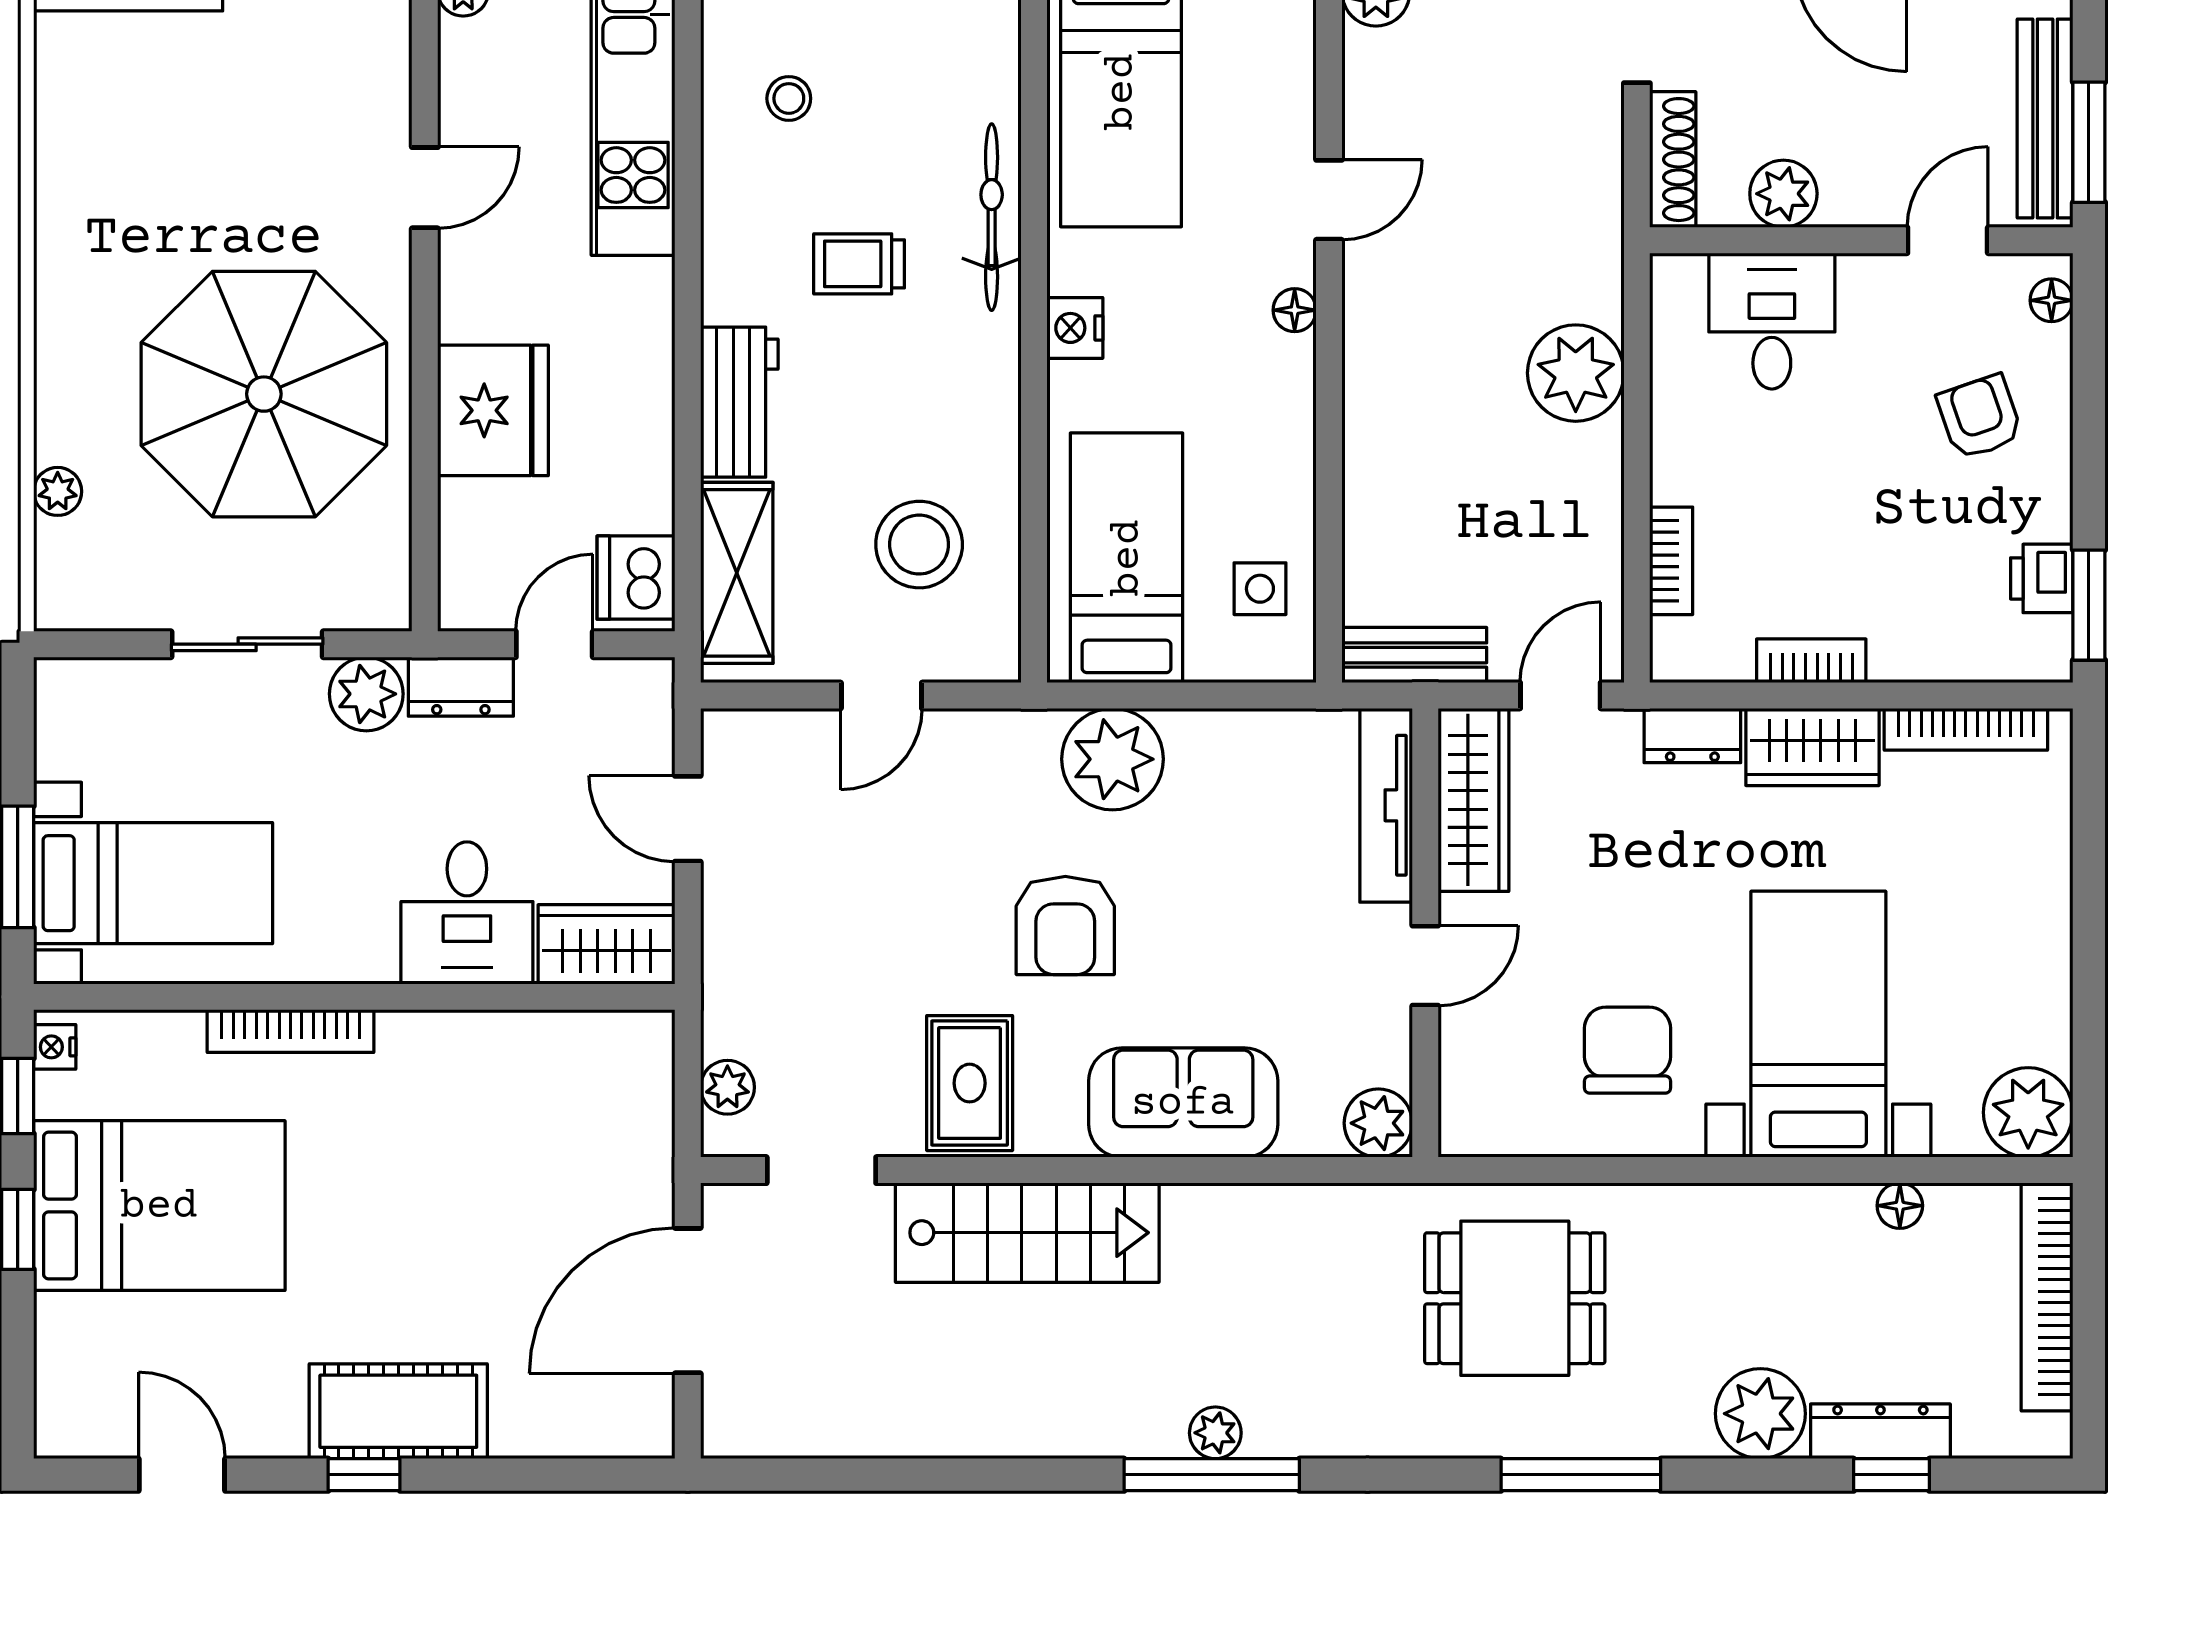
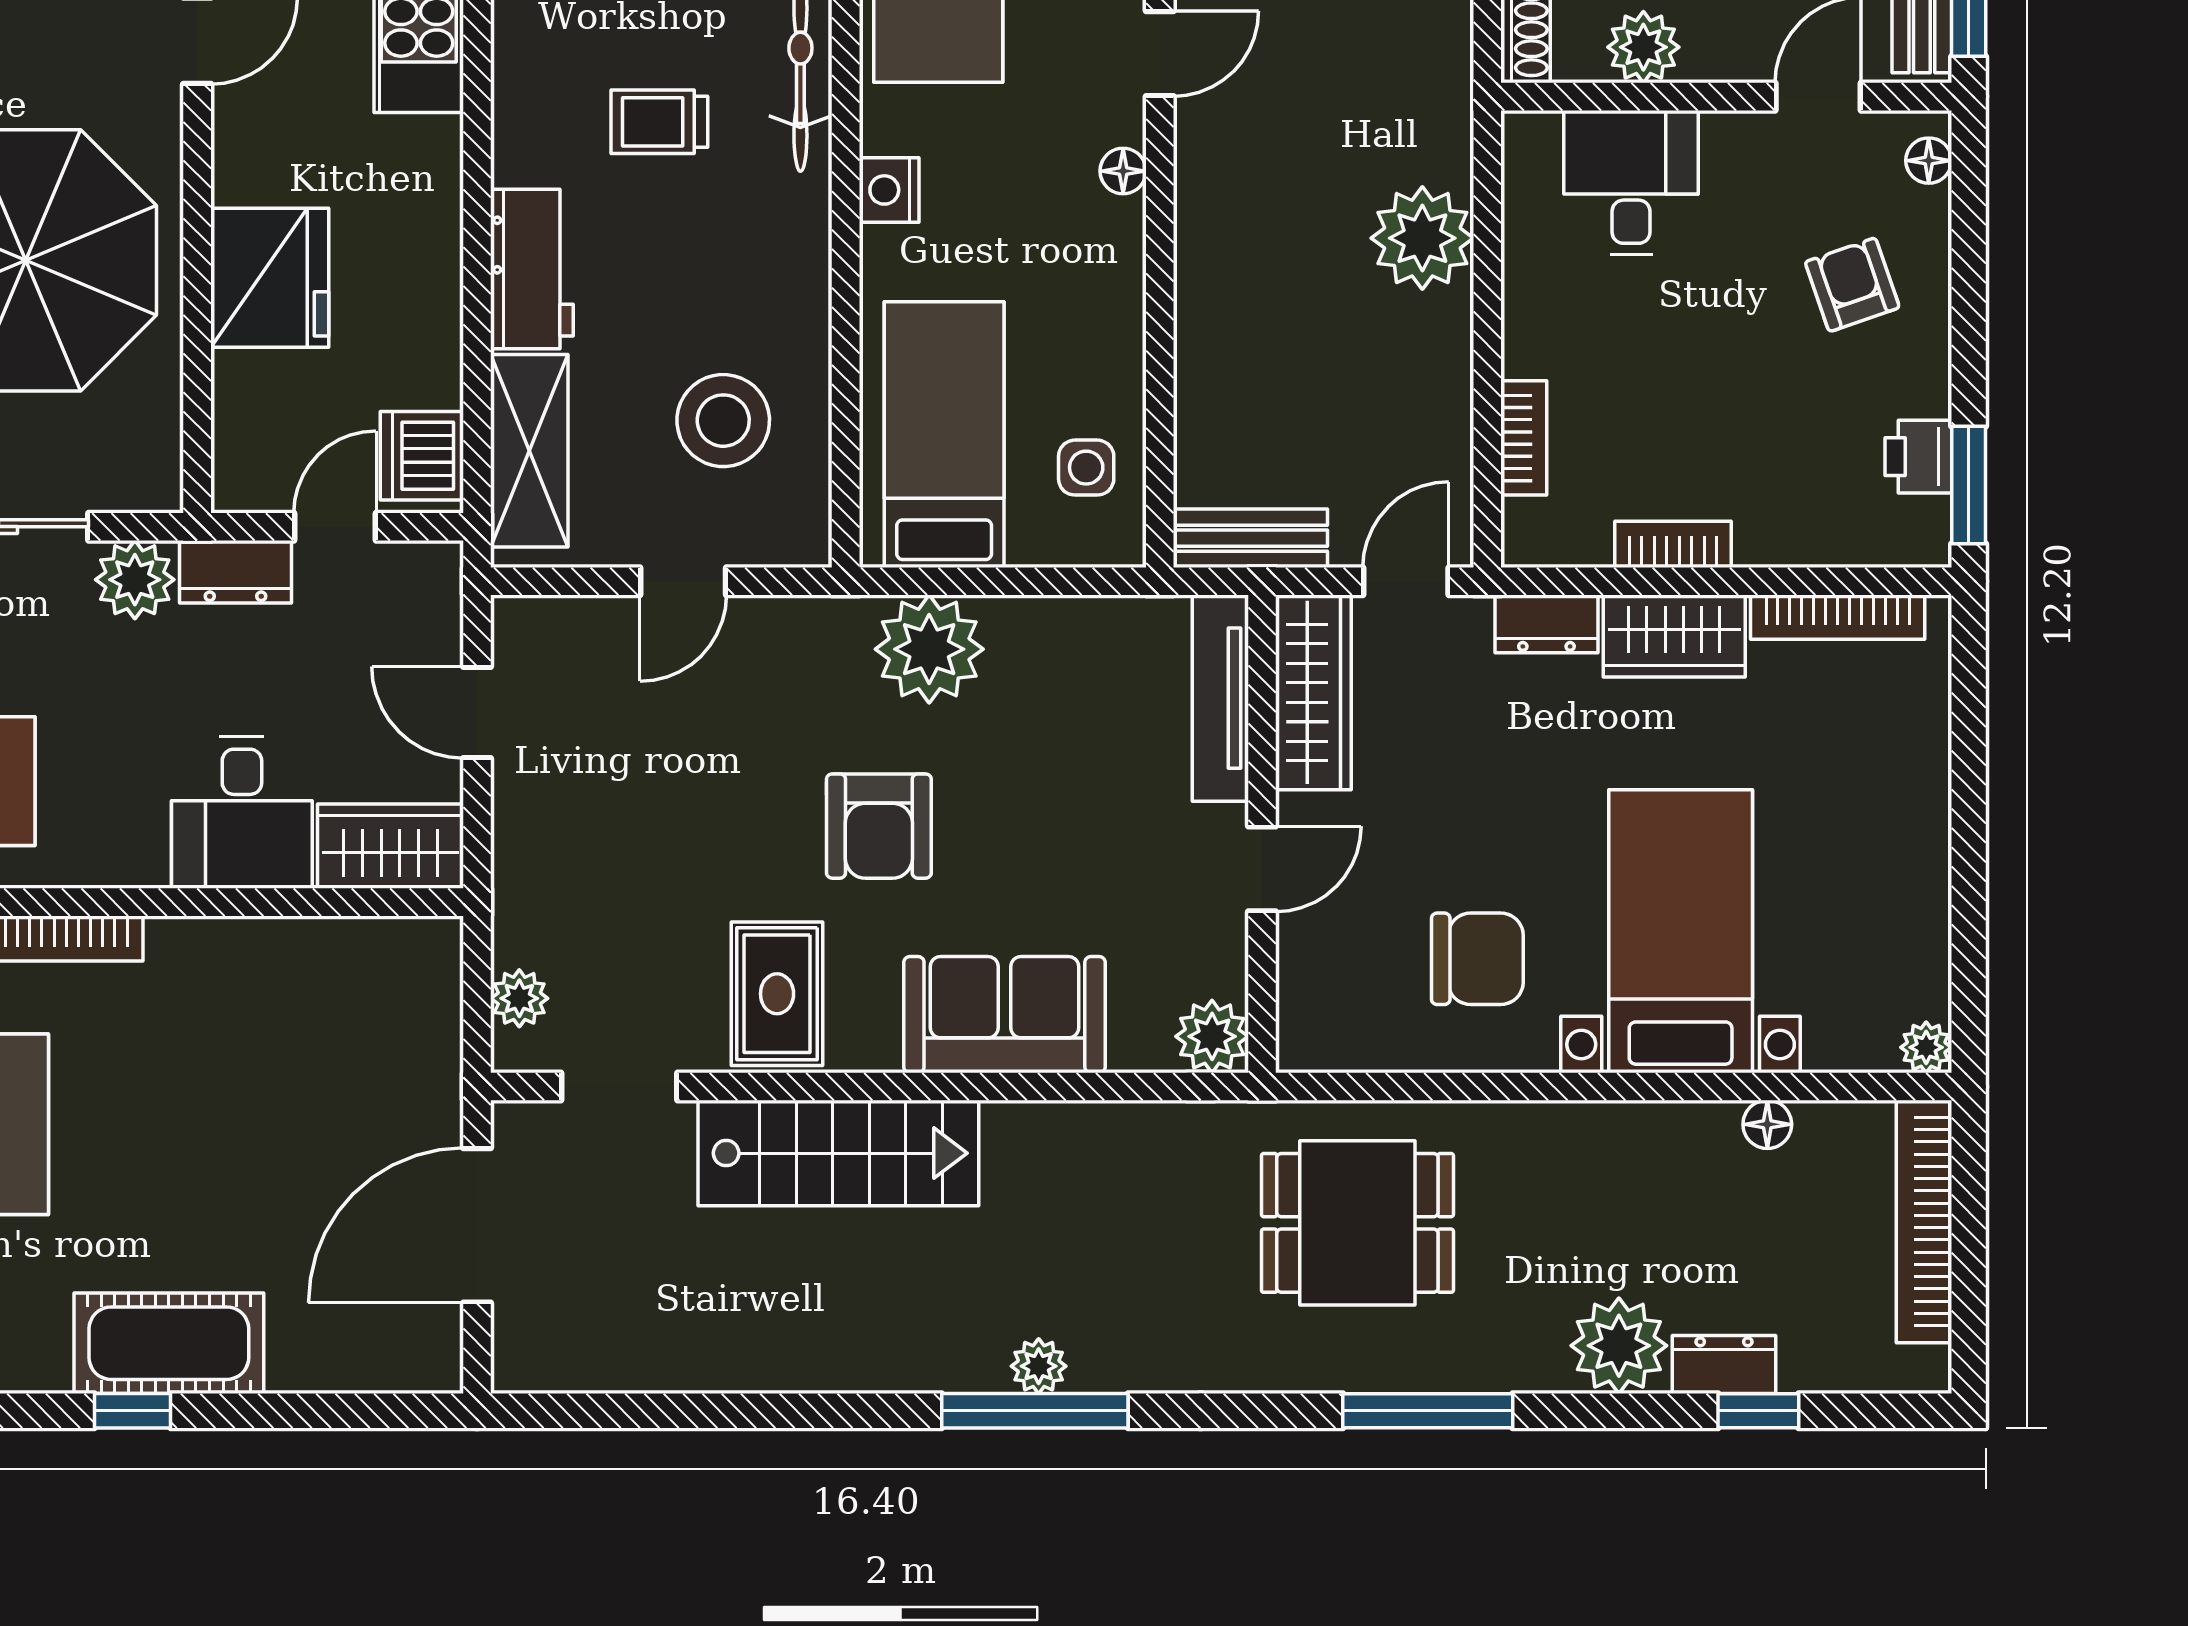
chair: (1628, 1050) -> (1477, 959), turned 90
plant: (2028, 1112) -> (1926, 1047), width x0.53, depth x0.53
dresser: (1880, 1431) -> (1724, 1365), width x0.70

